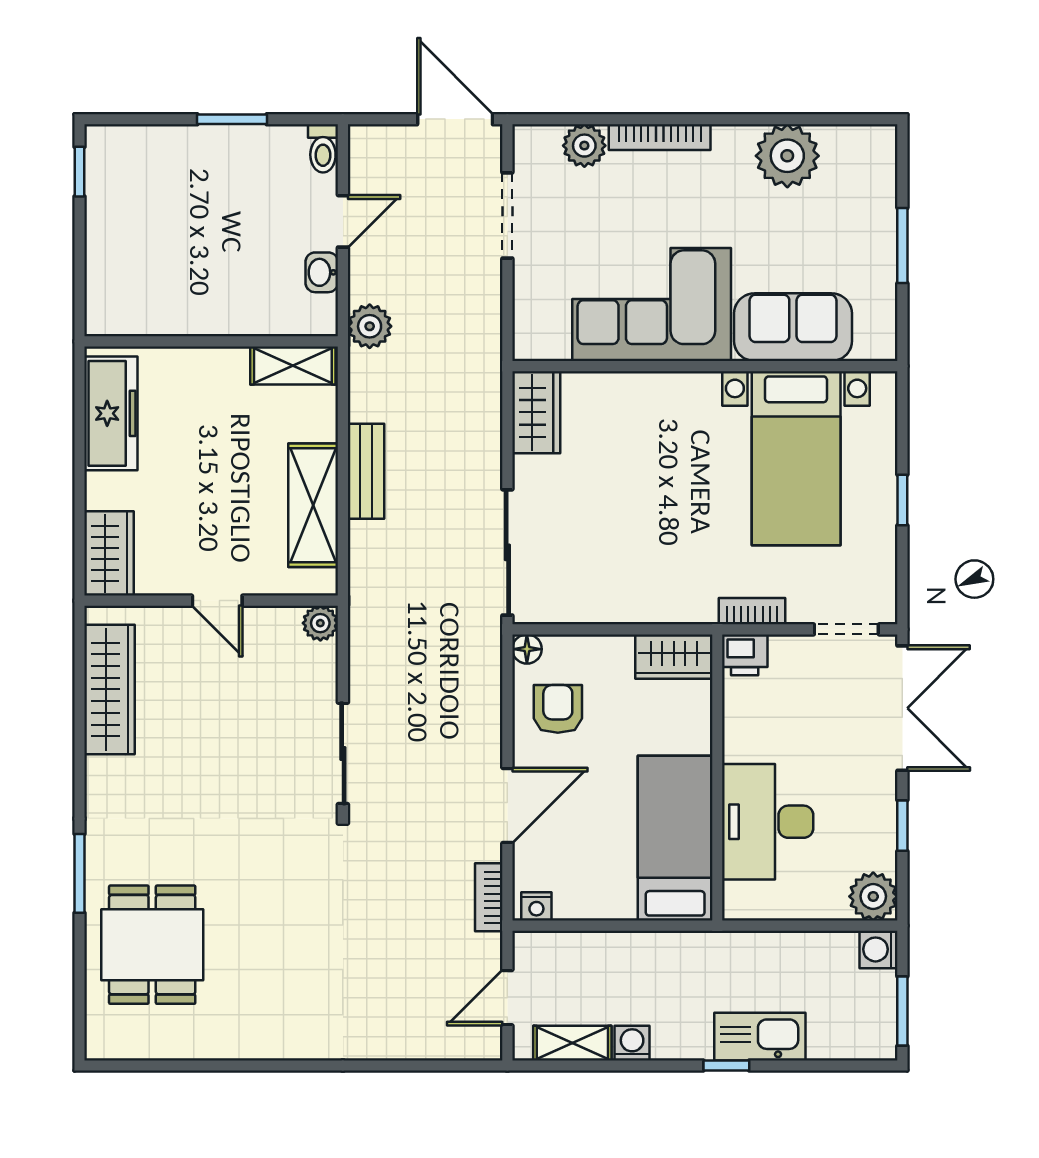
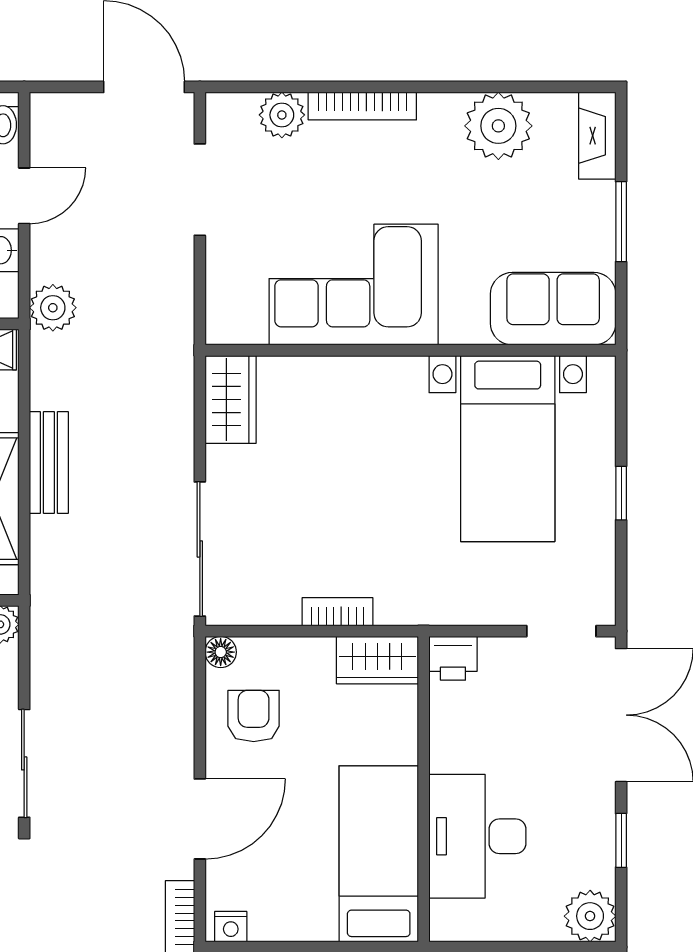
fireplace: (880, 165) -> (597, 136), added
sofa: (793, 327) -> (553, 309), moved
bookcase: (752, 611) -> (337, 612), moved

